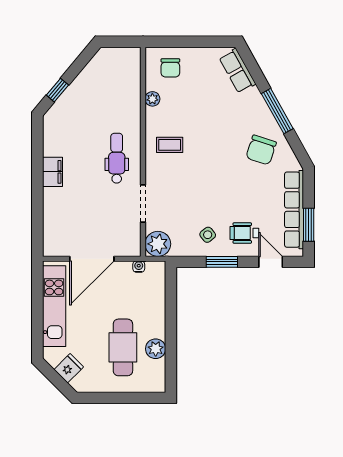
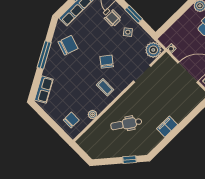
dental chair: (117, 158) -> (126, 124), moved, turned 34
chair: (198, 176) -> (107, 62), added

